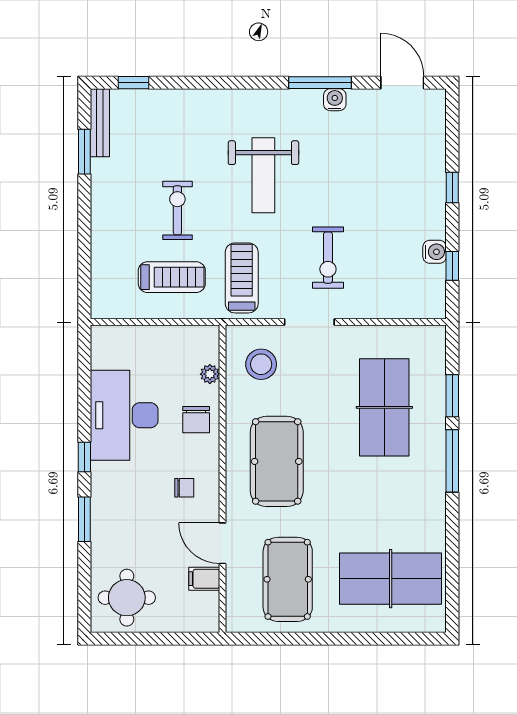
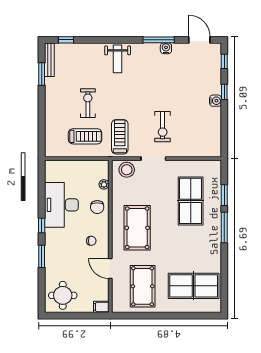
weight bench: (263, 175) -> (118, 59), moved, width x0.73, depth x0.75
water cooler: (435, 252) -> (215, 101), moved
window: (452, 266) -> (224, 61), moved
stool: (261, 364) -> (127, 170), moved
filing cabinet: (204, 579) -> (101, 307), moved

